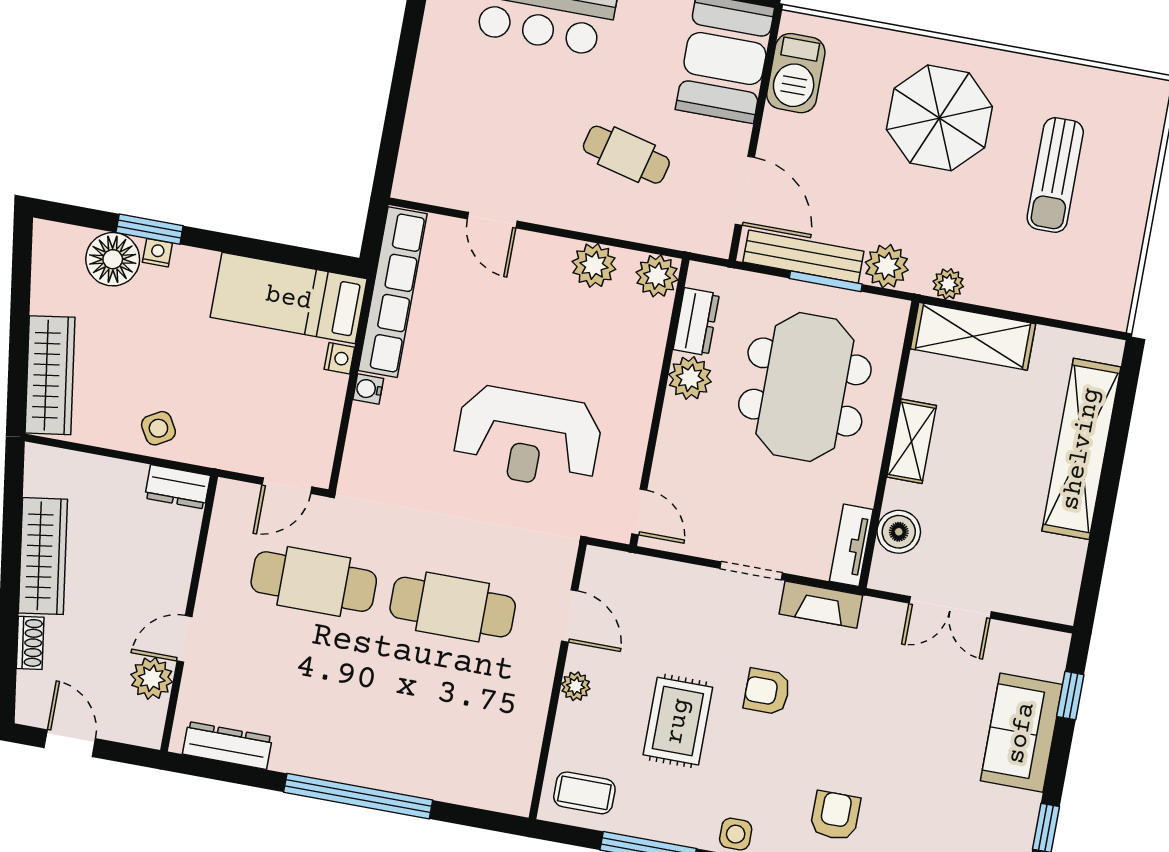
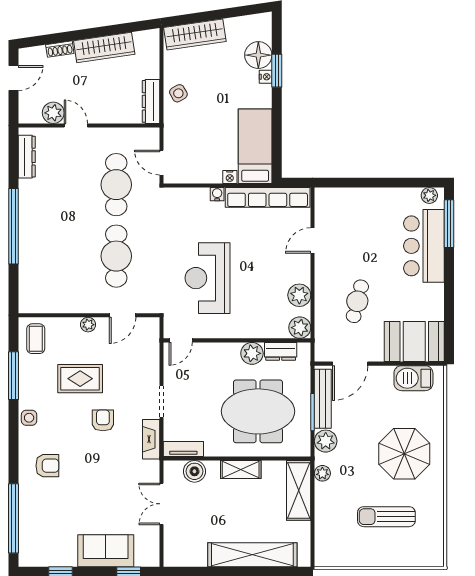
dresser: (178, 487) -> (151, 101), width x1.44

